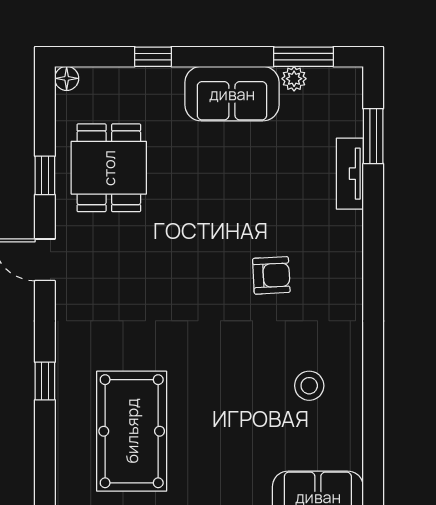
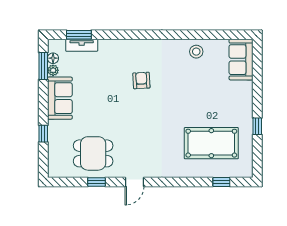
floor lamp: (67, 78) -> (53, 58), moved
tv unit: (350, 174) -> (82, 45), moved
window: (45, 381) -> (221, 182), moved
stool: (309, 386) -> (196, 52), moved

